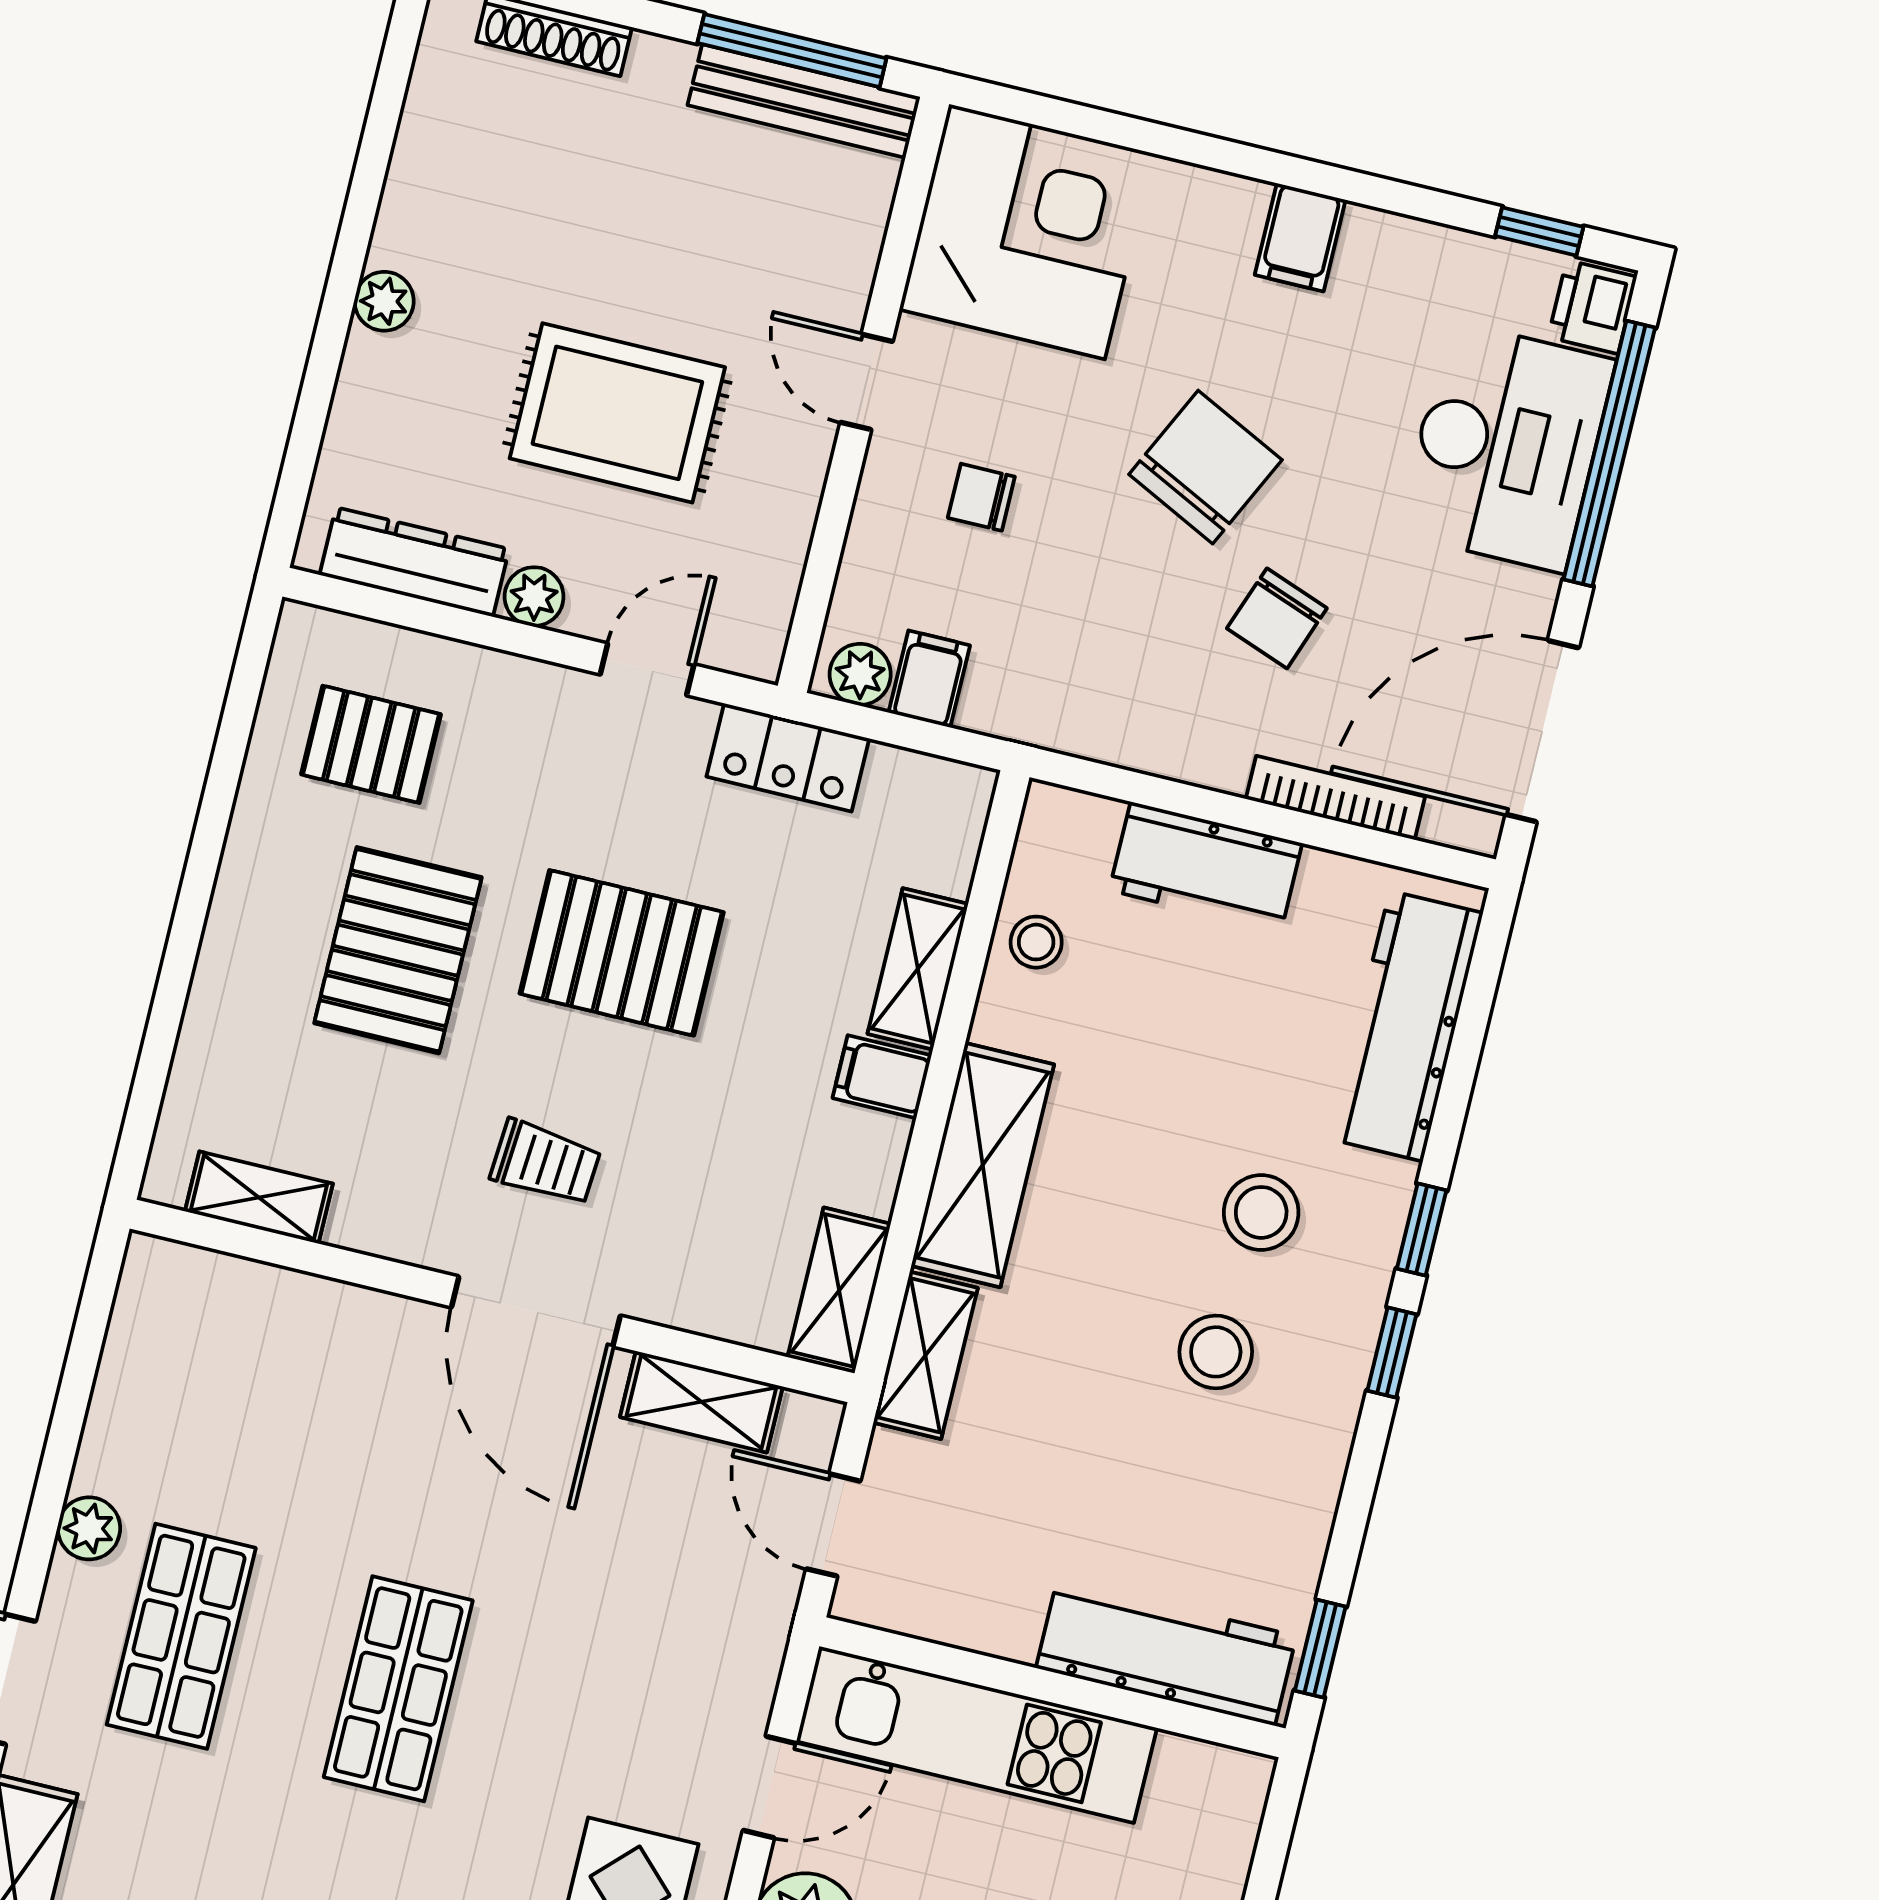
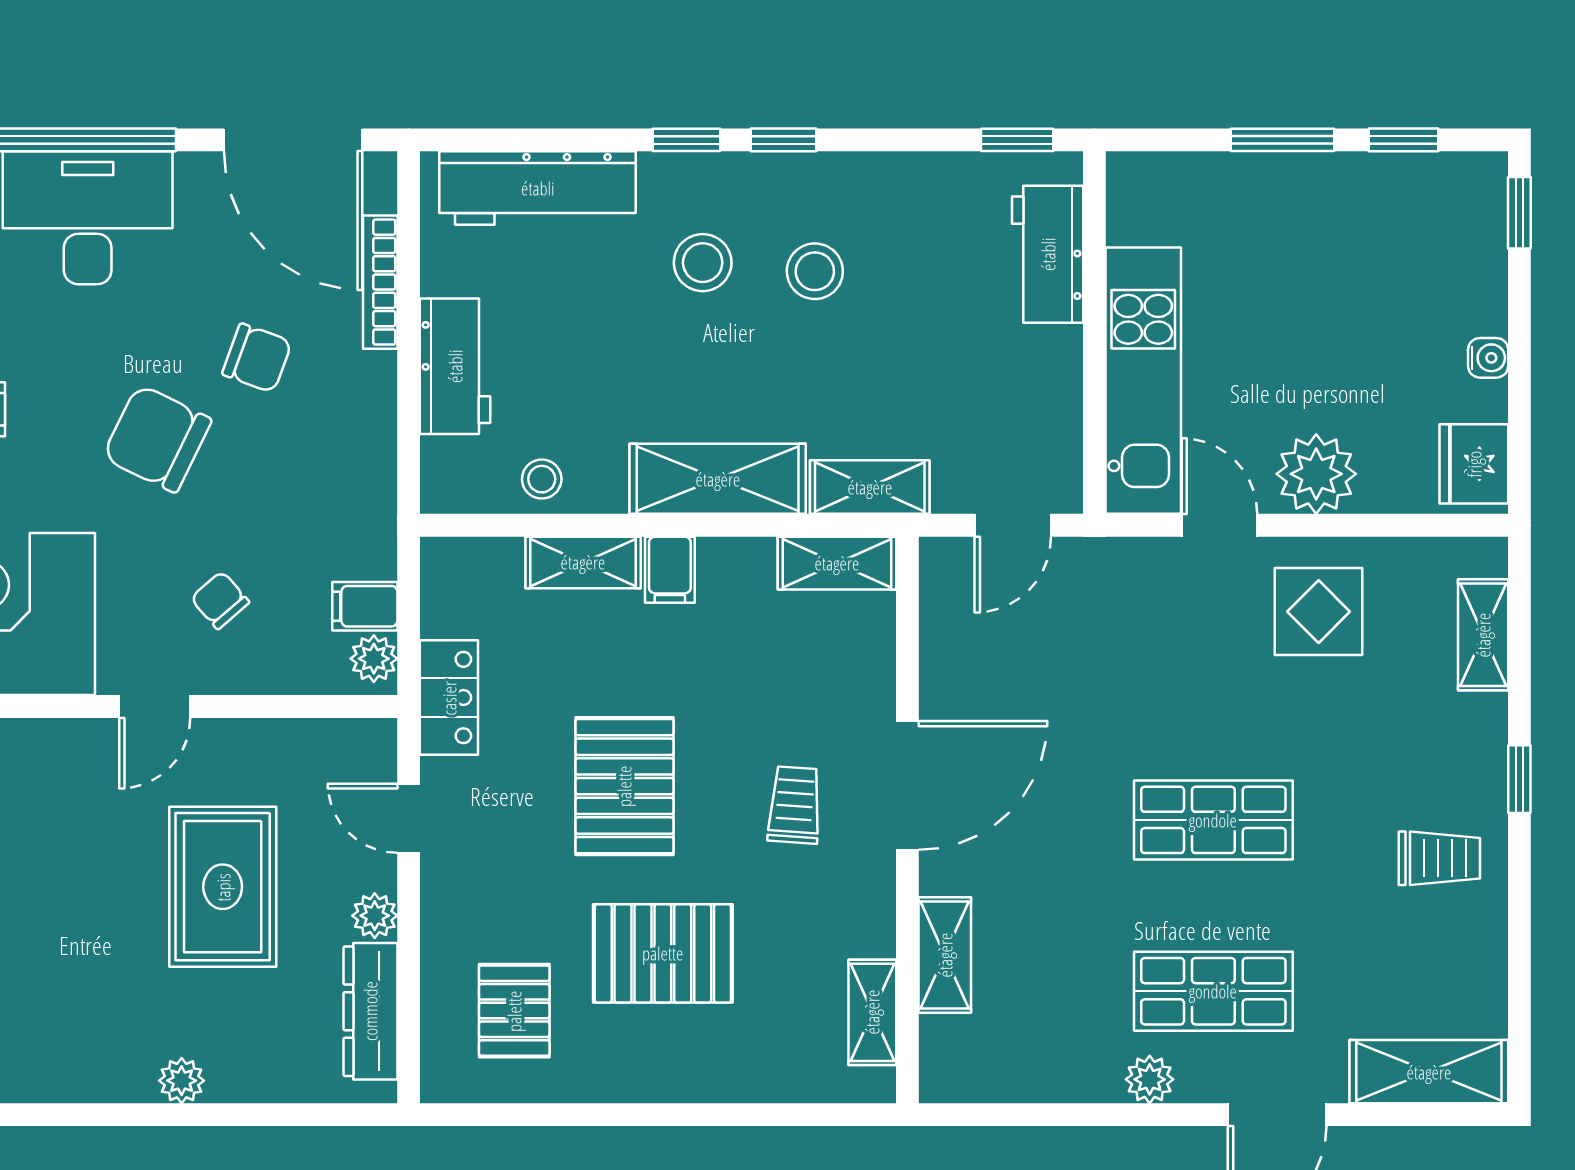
chair: (981, 497) -> (220, 600), turned 139
shelving: (701, 1402) -> (945, 955), moved
workbench: (1166, 1652) -> (1048, 254), width x0.73

